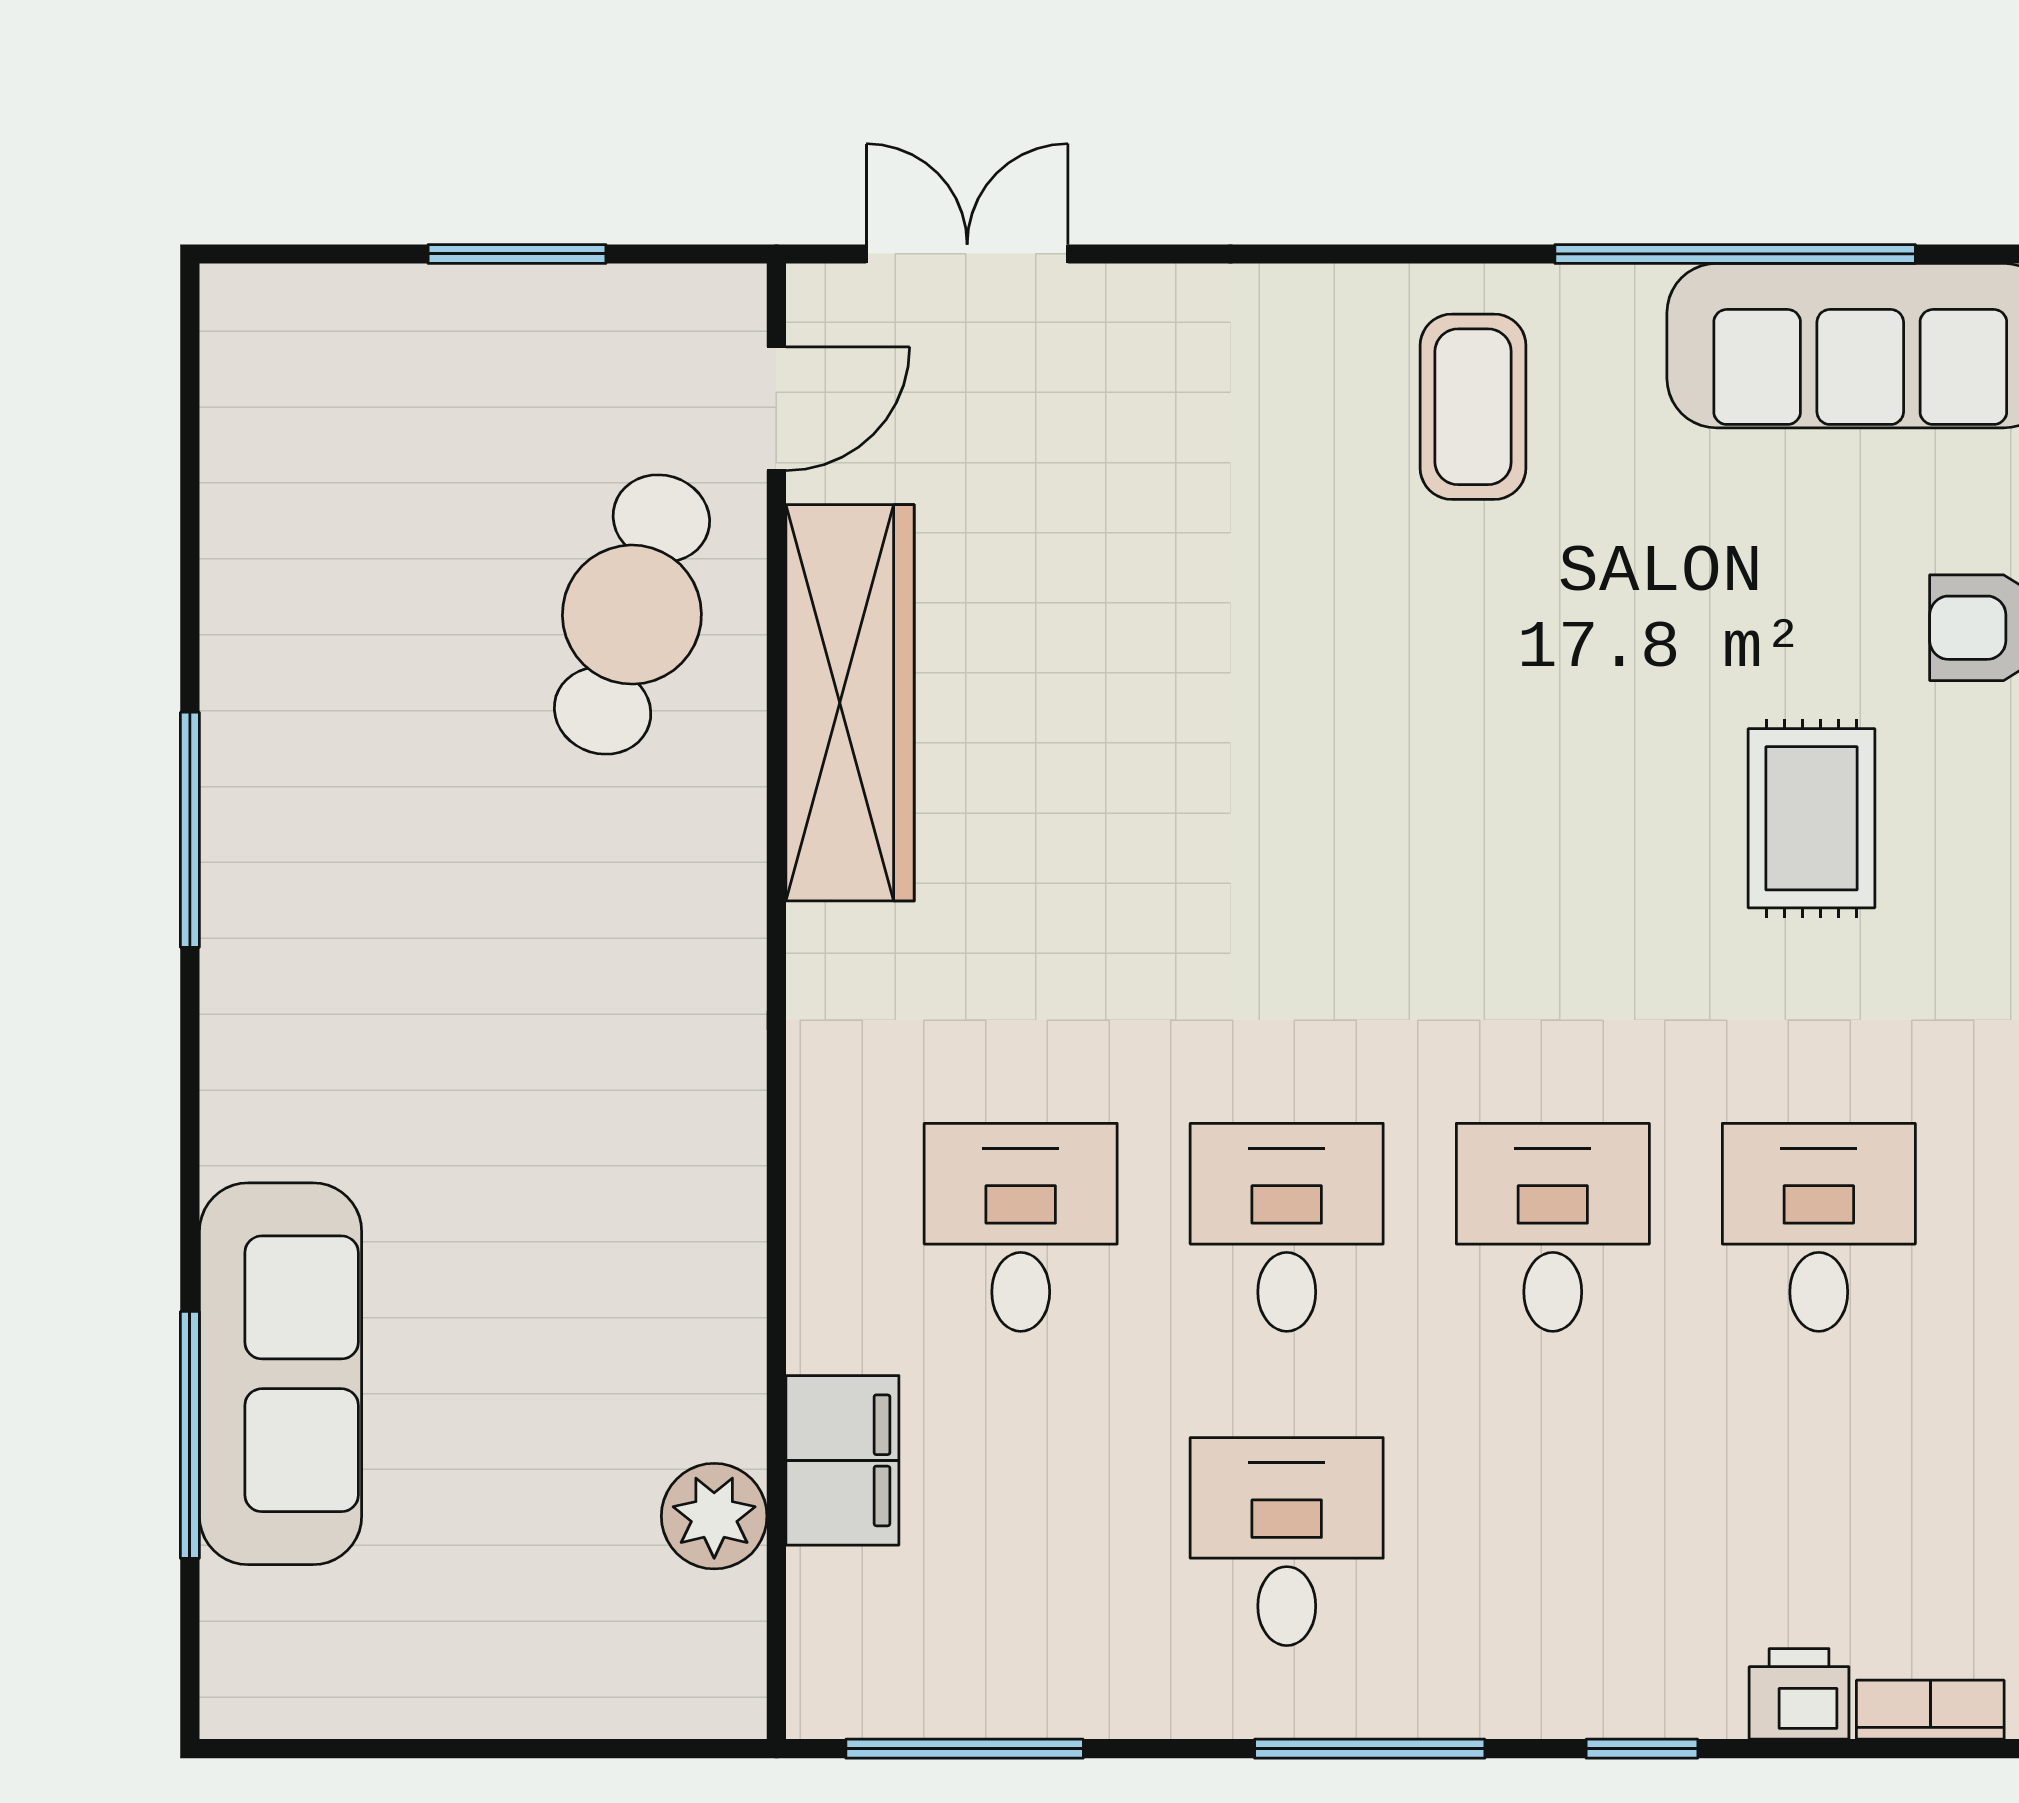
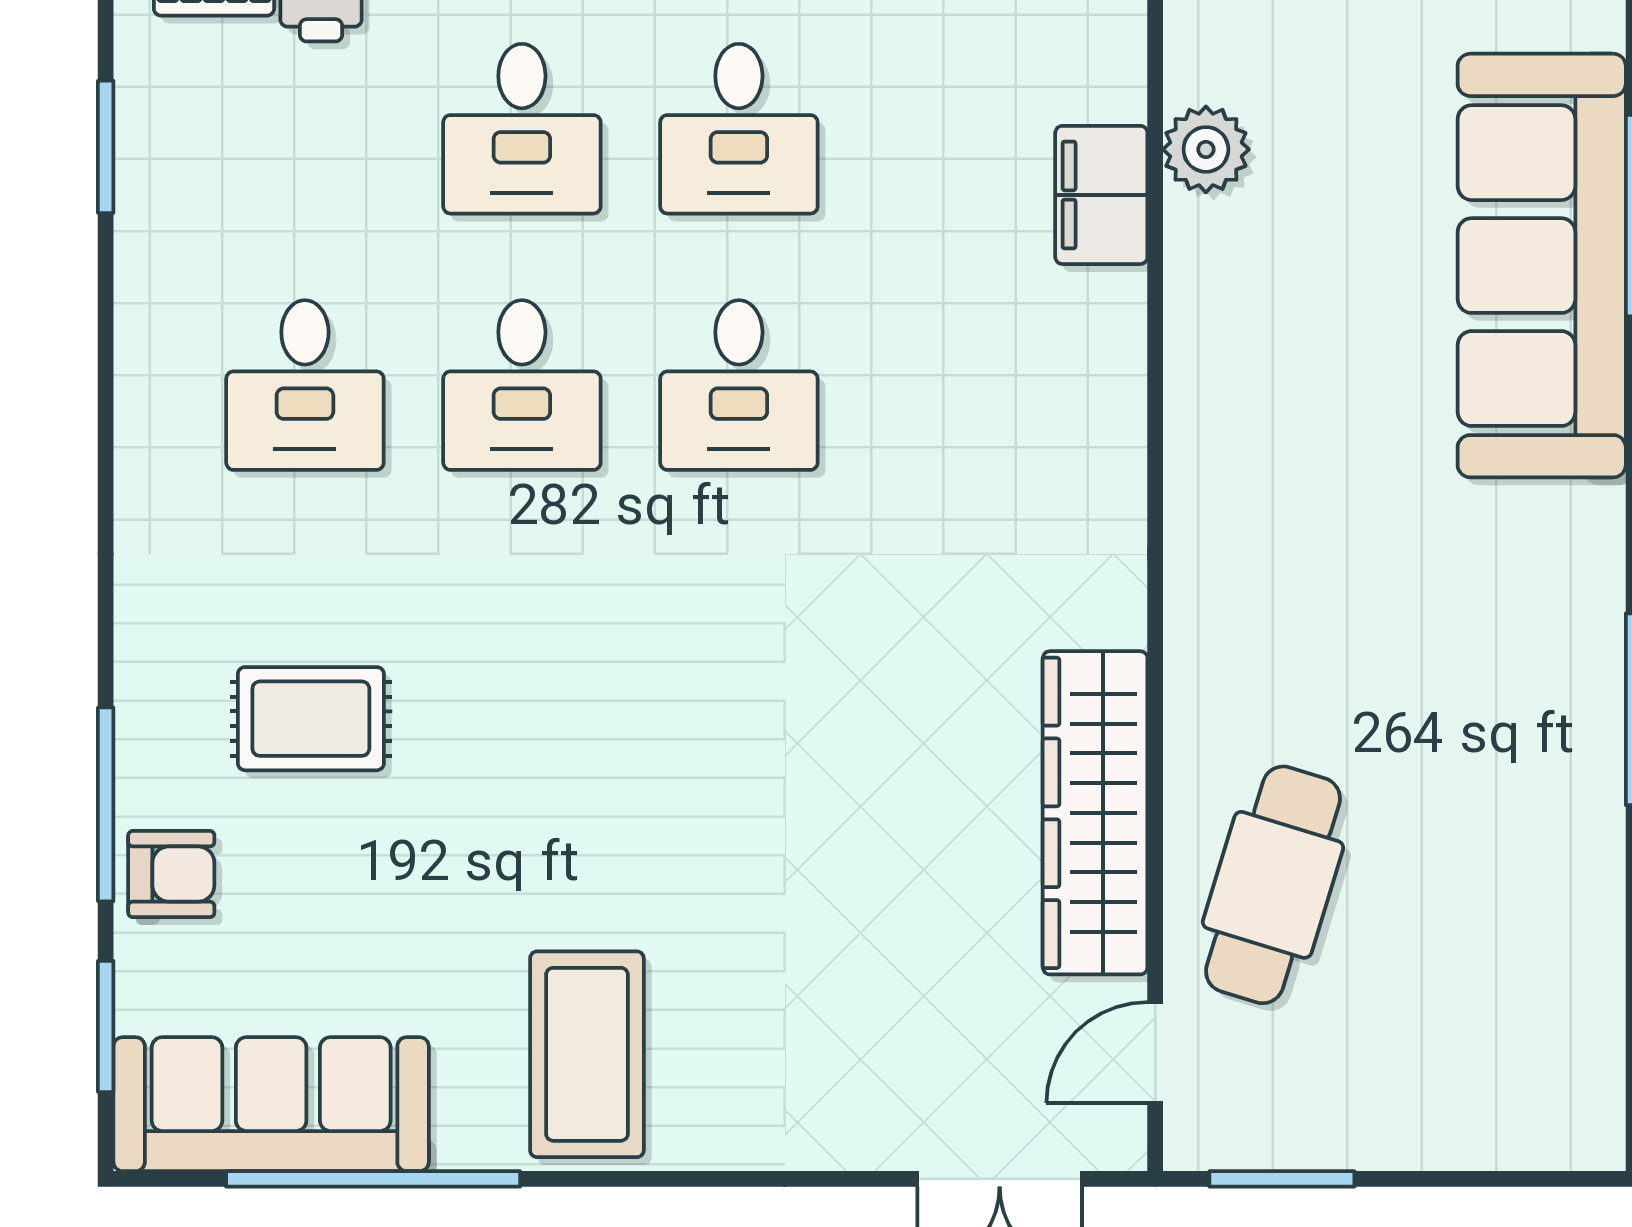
window: (517, 254) -> (1282, 1179), moved
coffee table: (1473, 407) -> (587, 1054), width x1.36, depth x1.32
rug: (1812, 818) -> (311, 719), turned 90
desk: (1021, 1227) -> (522, 129), moved
sofa: (281, 1374) -> (1542, 266), width x1.36, depth x1.27

